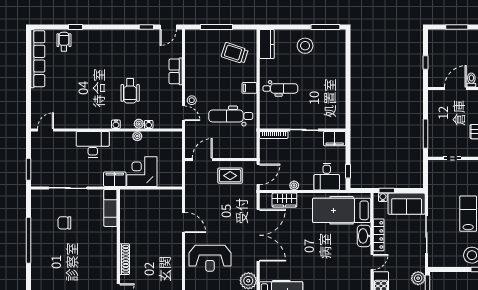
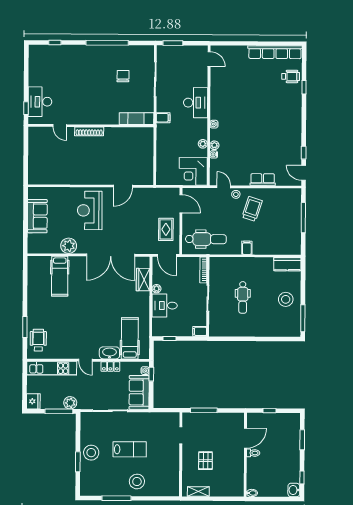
trolley: (235, 53) -> (252, 209), moved
dental chair: (280, 88) -> (243, 297), moved
door: (455, 88) -> (245, 438), hinge flipped
wheelchair: (130, 91) -> (245, 137), removed
door: (184, 113) -> (224, 187), swing flipped
dental chair: (231, 116) -> (206, 239), moved, turned 90
filing cabinet: (335, 139) -> (200, 331), width x0.50
corner desk: (142, 172) -> (193, 171), moved, turned 180
desk: (327, 177) -> (165, 306), moved
filing cabinet: (115, 179) -> (163, 118), width x0.50
hospital bed: (342, 210) -> (130, 338), width x0.73, depth x0.78
locker: (379, 235) -> (110, 367), width x0.66

